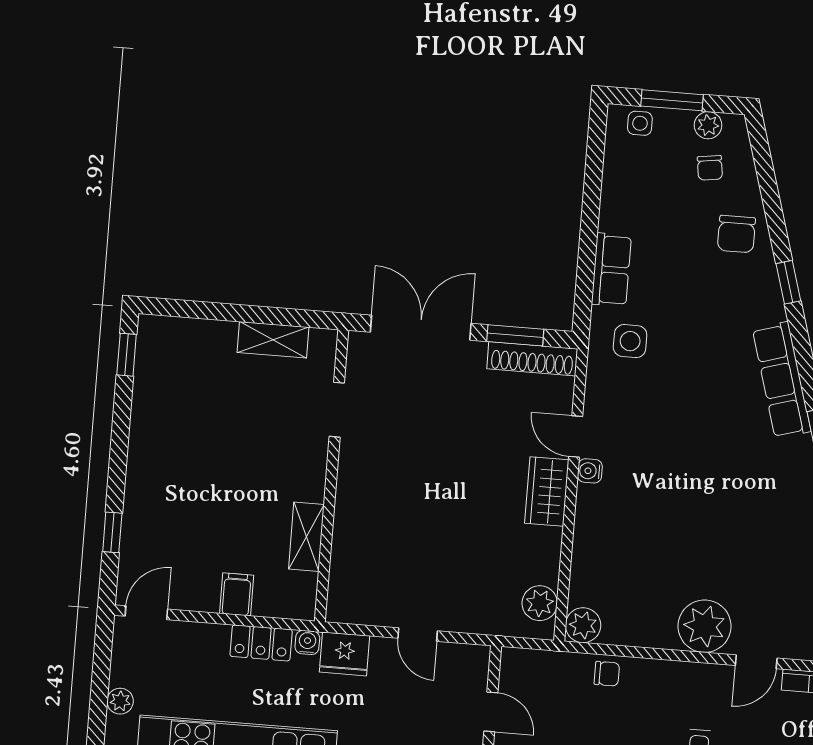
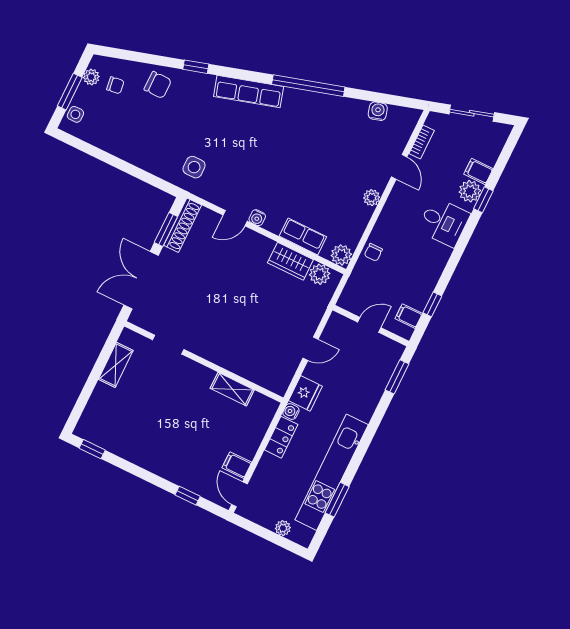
row of seats: (611, 270) -> (303, 236), moved
wardrobe: (547, 492) -> (290, 261), moved
filing cabinet: (237, 594) -> (237, 465), moved
plant: (705, 626) -> (372, 198), width x0.53, depth x0.53
chair: (607, 674) -> (373, 252), turned 180

